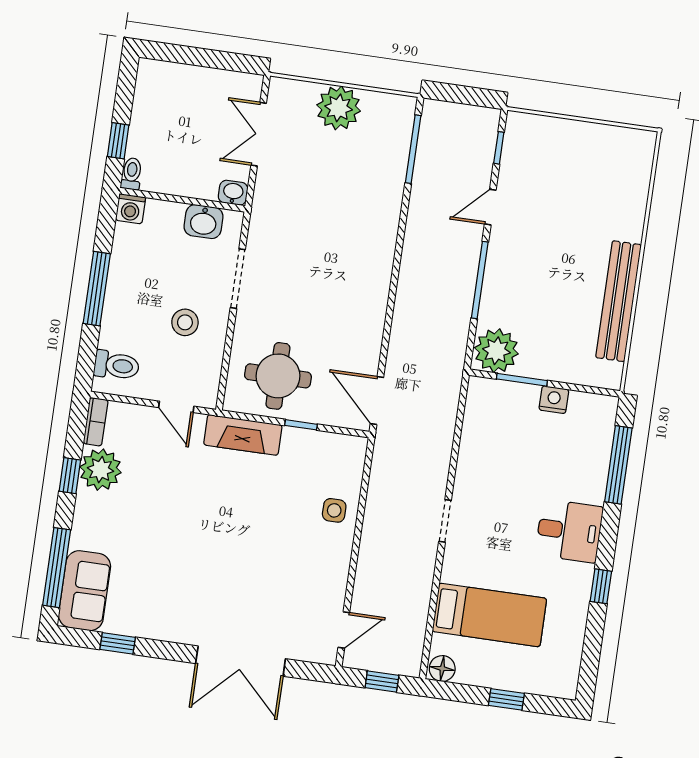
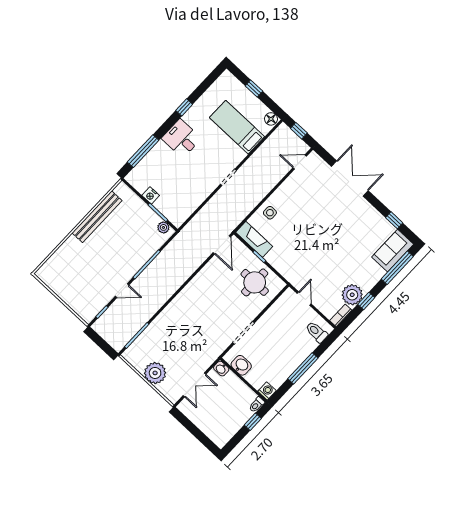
stool: (185, 322) -> (277, 330), removed
plant: (496, 351) -> (163, 227), width x0.53, depth x0.53
fireplace: (243, 435) -> (254, 239), moved

